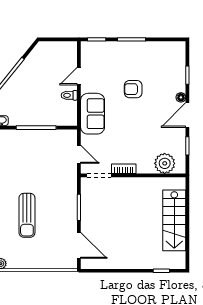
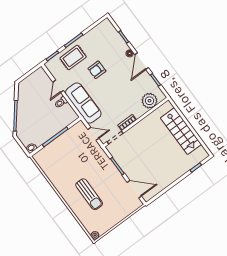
rug: (118, 57) -> (73, 57), added
sofa: (93, 114) -> (83, 103), width x1.36

